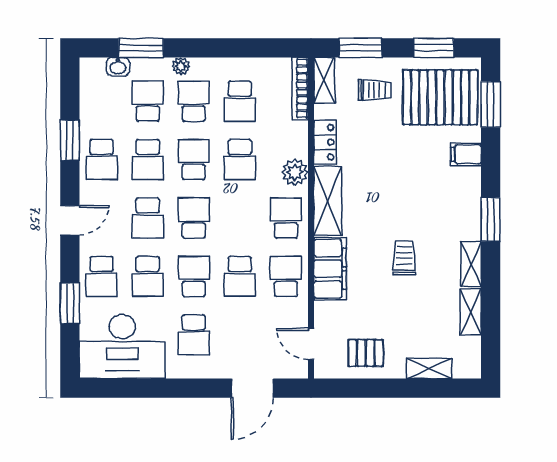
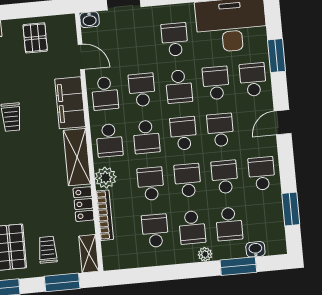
bookcase: (300, 88) -> (105, 215), moved
trolley: (375, 90) -> (48, 250), turned 90
window: (70, 140) -> (291, 209), moved
school desk: (194, 159) -> (188, 180), turned 180
school desk: (194, 218) -> (183, 133), turned 180
school desk: (240, 218) -> (146, 137), added
door: (311, 344) -> (81, 57), moved
pallet: (366, 353) -> (35, 38), turned 90
washbasin: (297, 369) -> (90, 20), added

